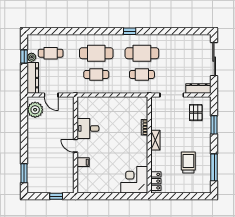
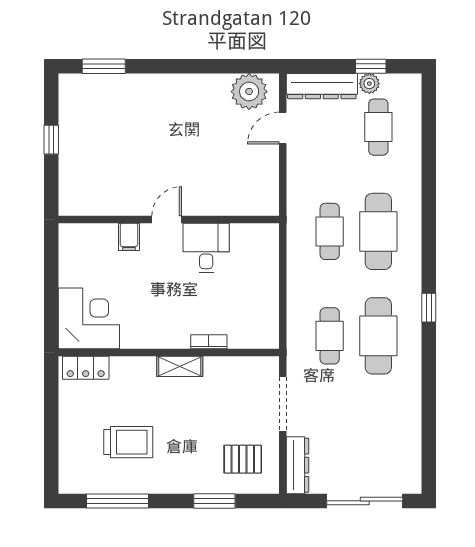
desk: (88, 128) -> (206, 248), moved
wall: (76, 145) -> (169, 220), moved
door: (76, 146) -> (167, 220), moved
filing cabinet: (83, 162) -> (129, 237), moved

